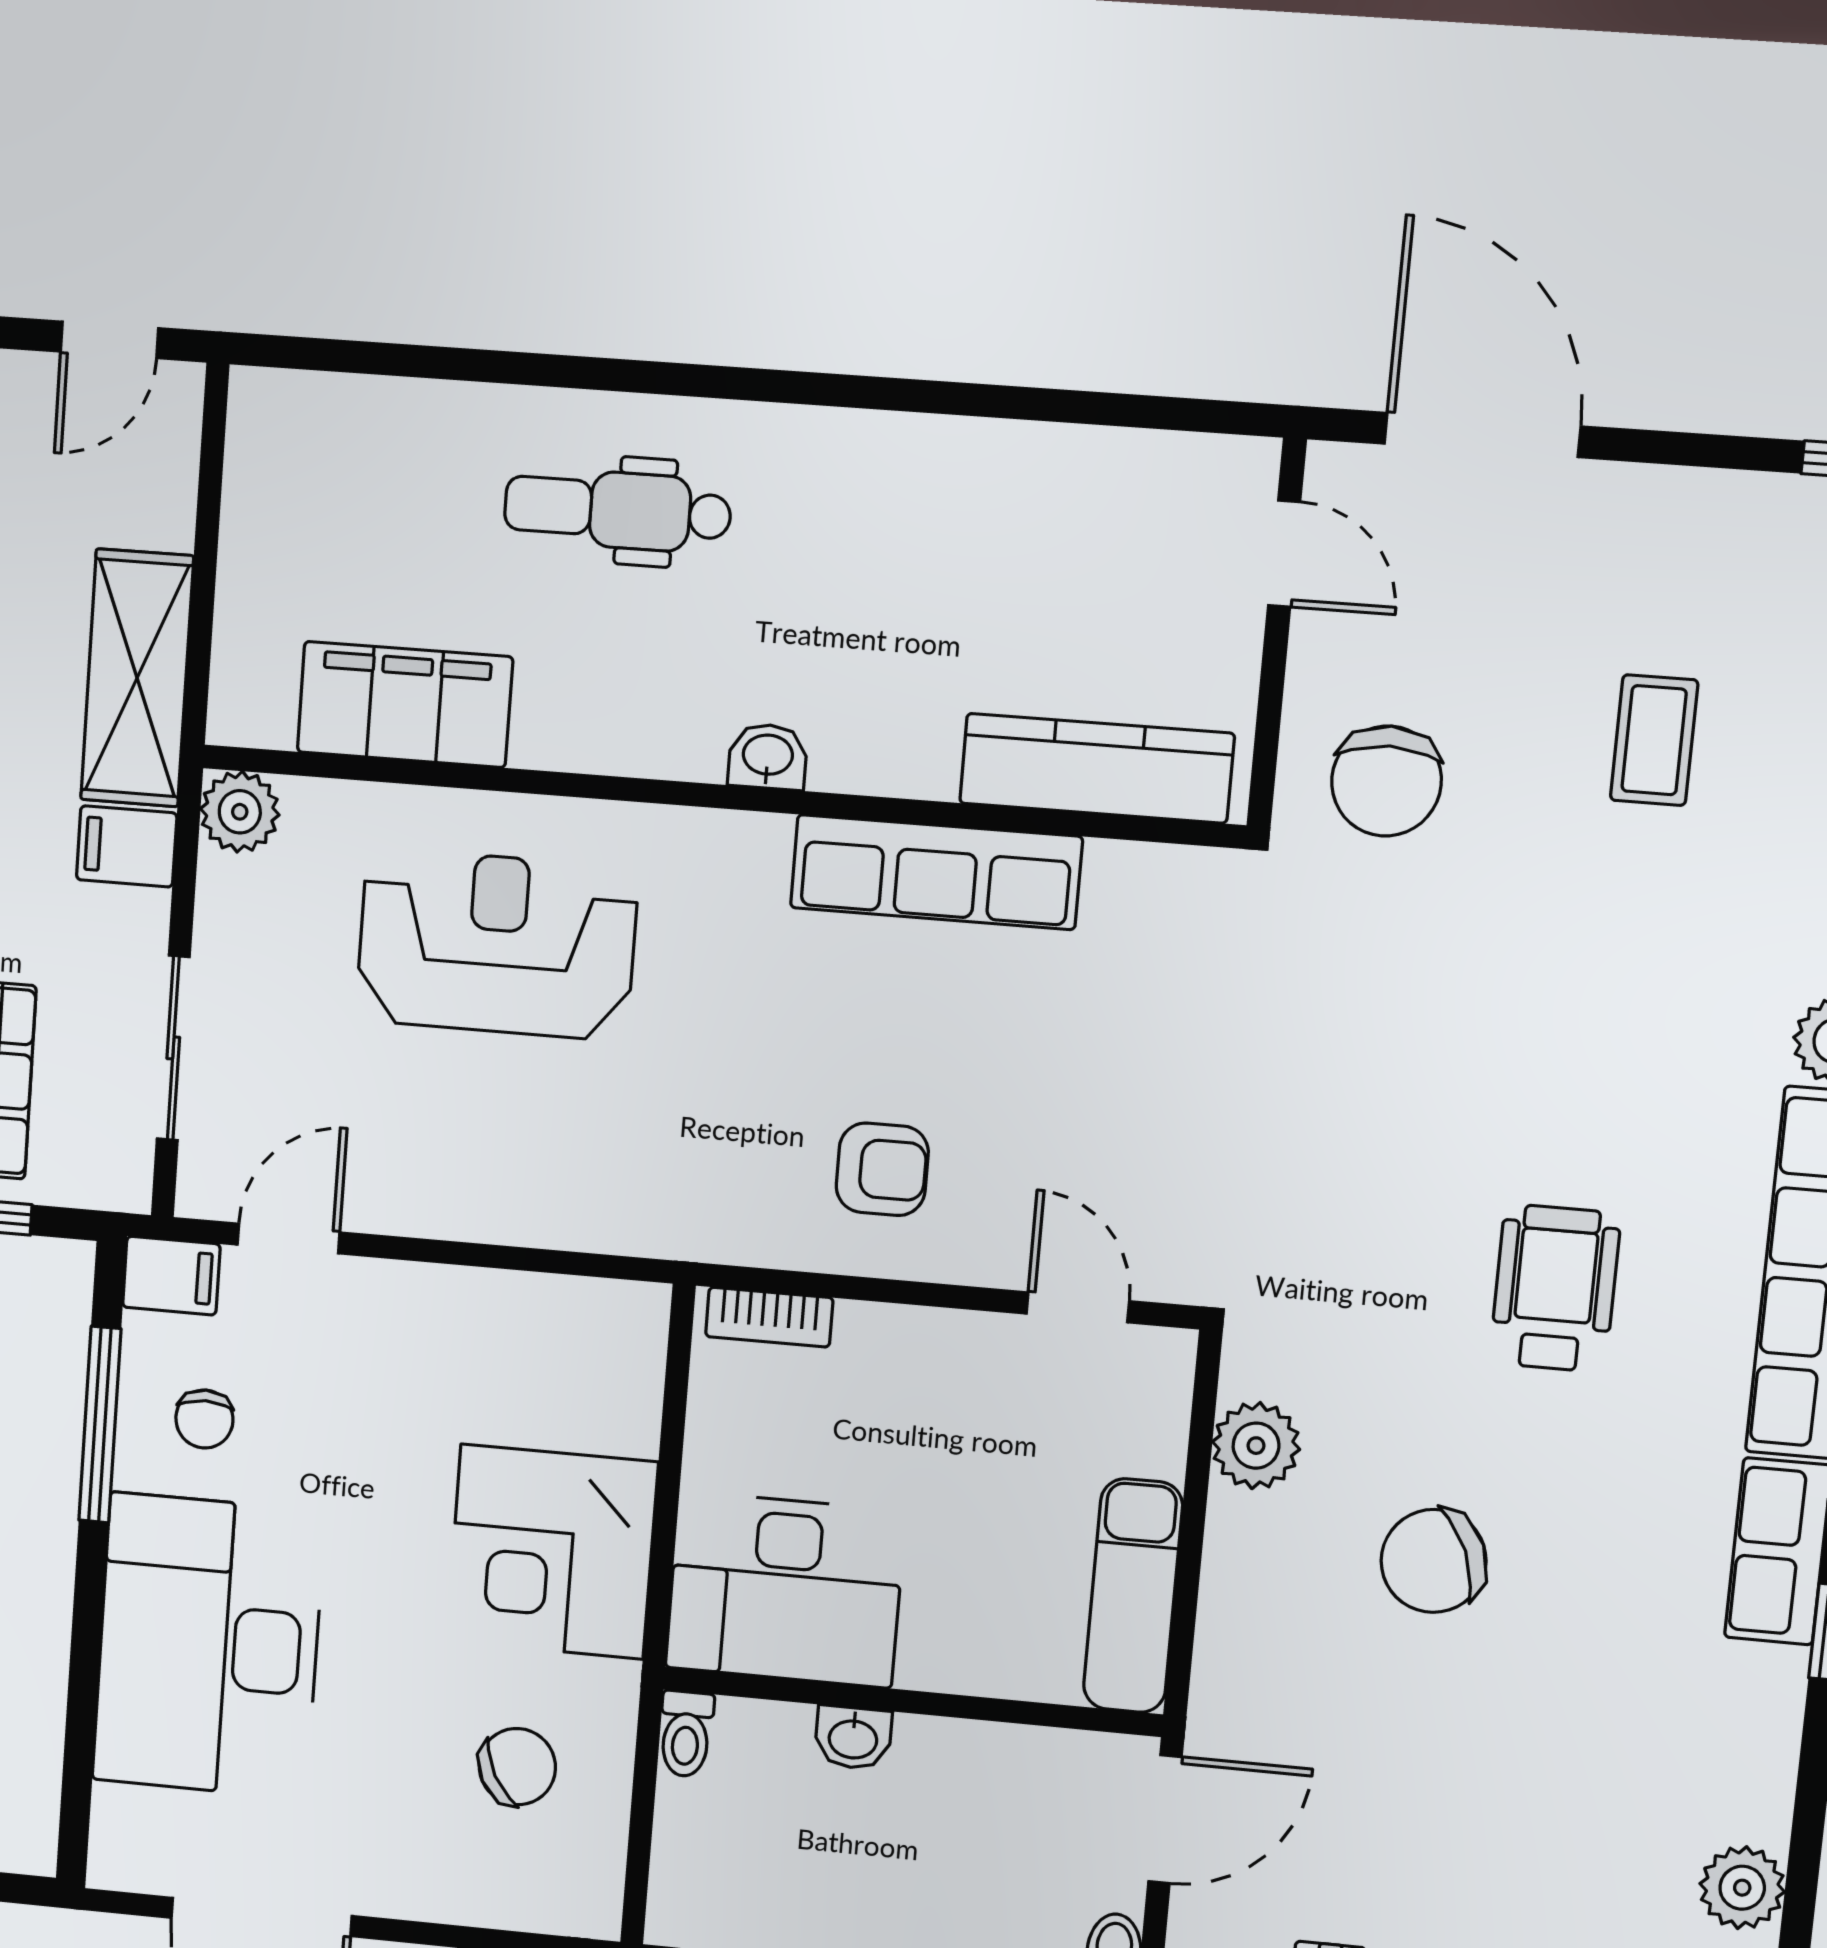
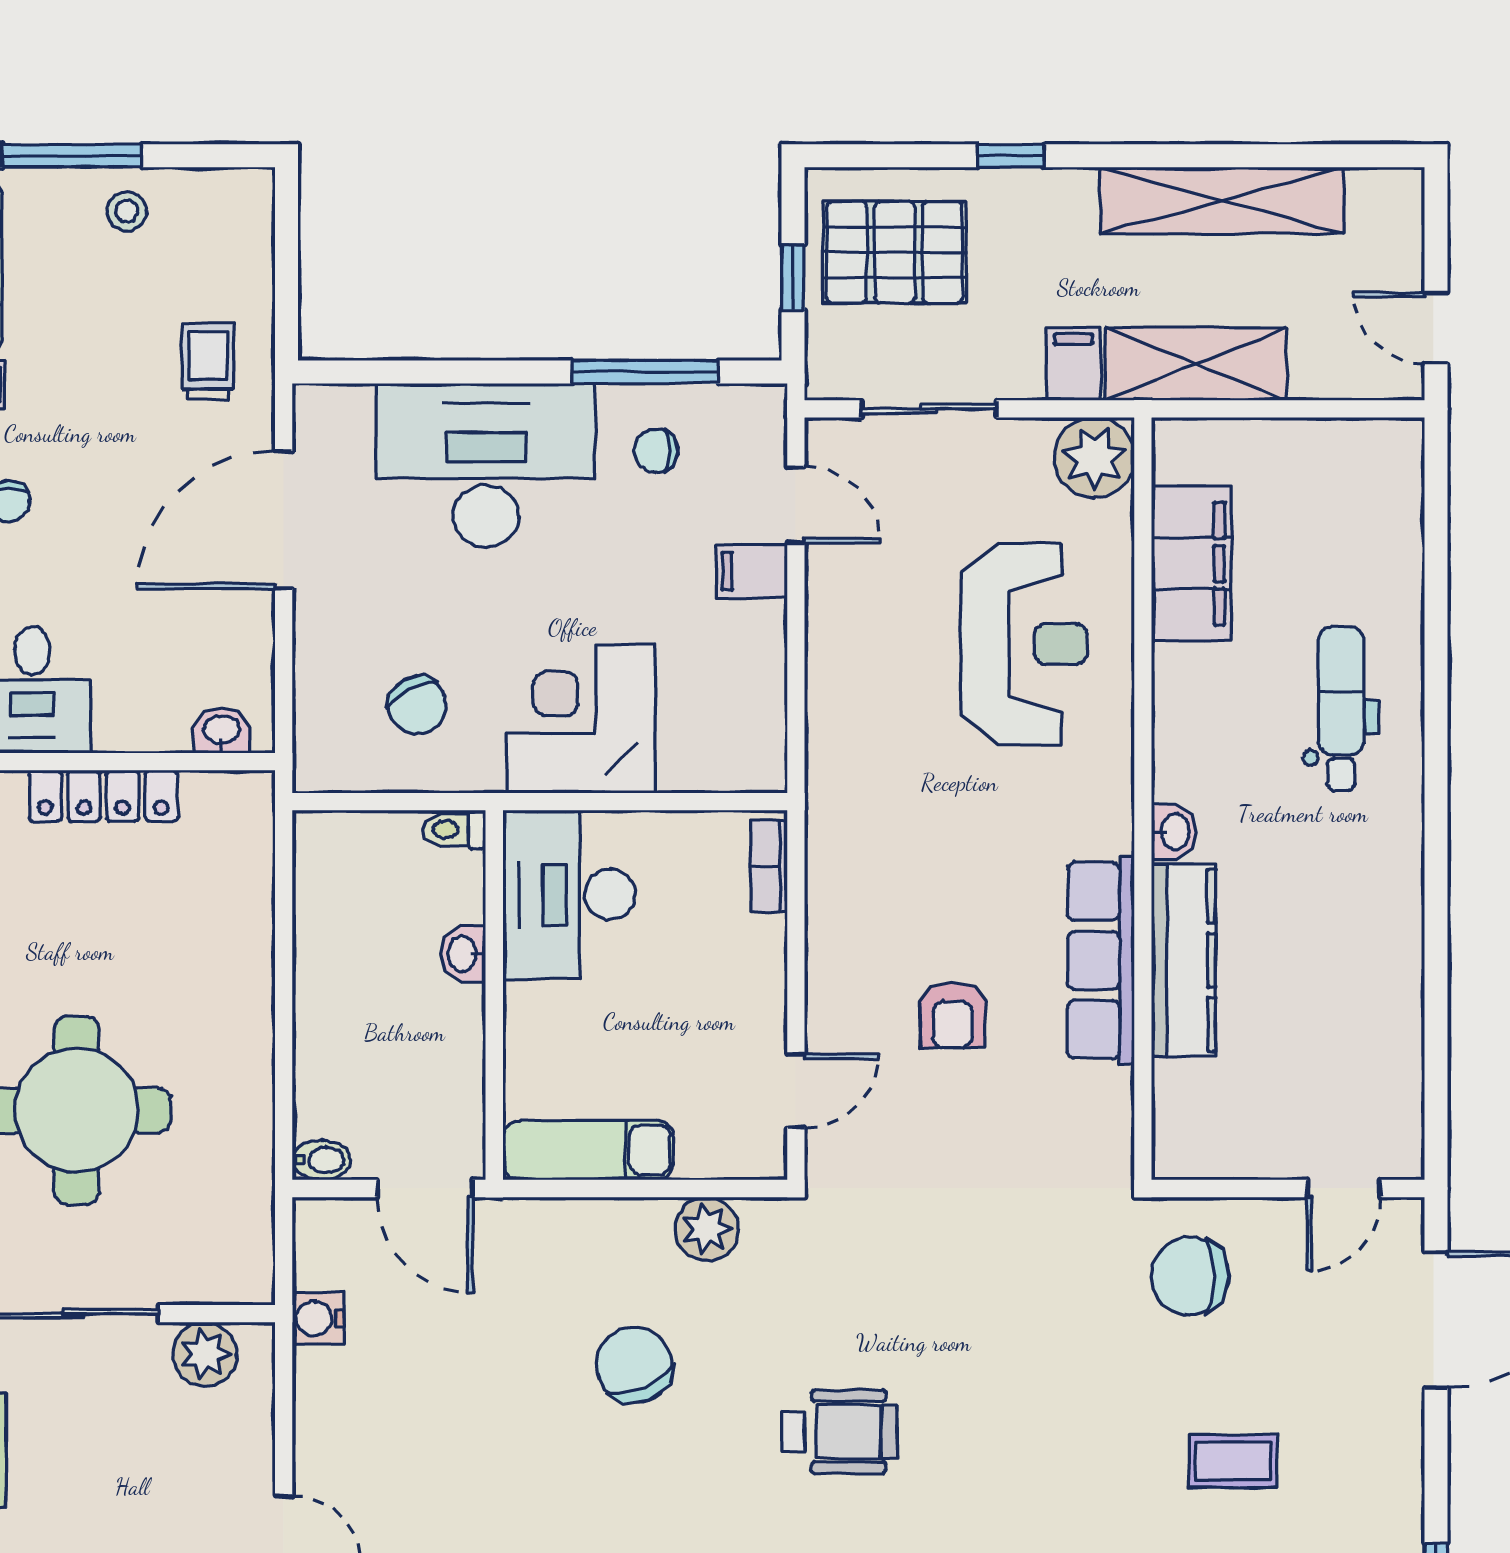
kitchen counter: (1097, 768) -> (1184, 960), moved
plant: (240, 812) -> (1094, 458), width x1.36, depth x1.36
armchair: (882, 1169) -> (953, 1015), moved
filing cabinet: (171, 1276) -> (752, 571), moved, turned 90

